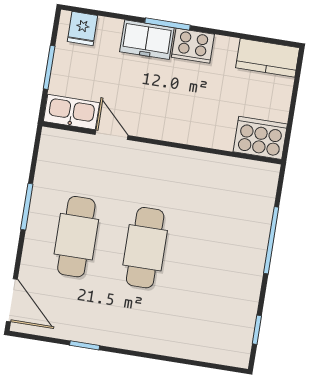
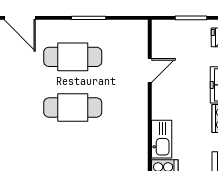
kitchen sink: (71, 112) -> (162, 139), moved
door: (12, 300) -> (20, 18), hinge flipped

